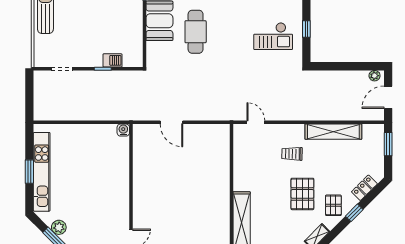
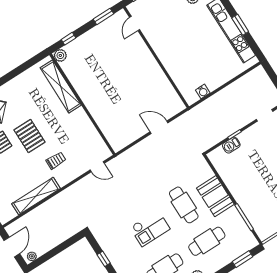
checkout: (273, 36) -> (150, 228), moved, turned 180
water cooler: (123, 130) -> (203, 91), moved

